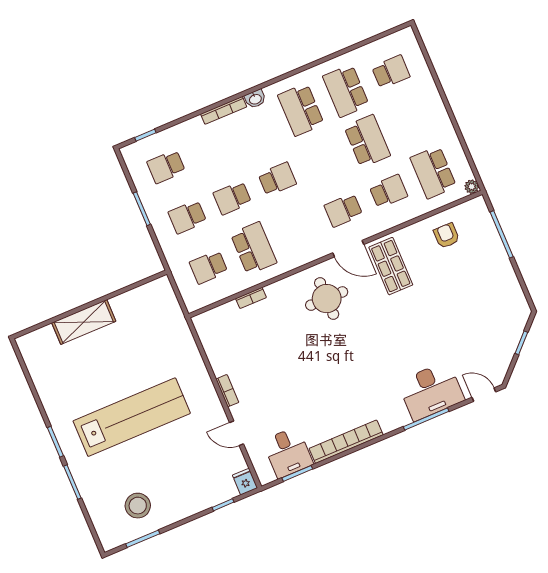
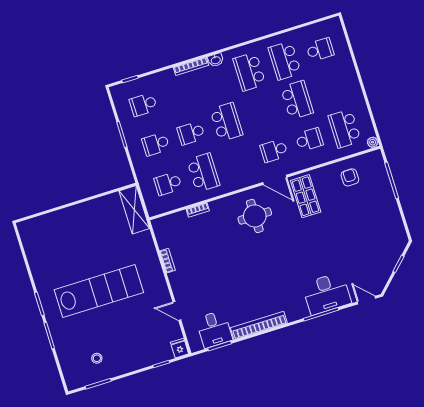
school desk: (277, 179) -> (226, 122), width x1.85
shelving: (84, 322) -> (134, 210), moved, turned 90
bookcase: (227, 391) -> (167, 261), moved
stool: (138, 506) -> (97, 358), width x0.53, depth x0.53

